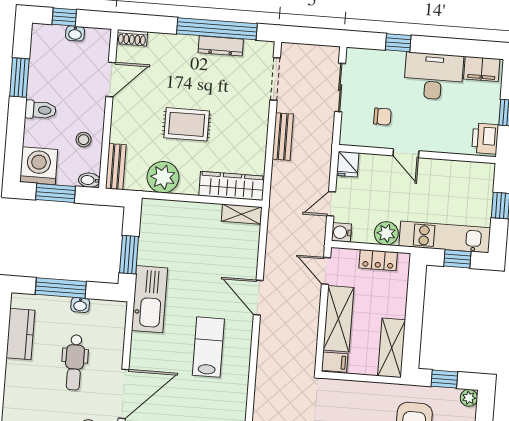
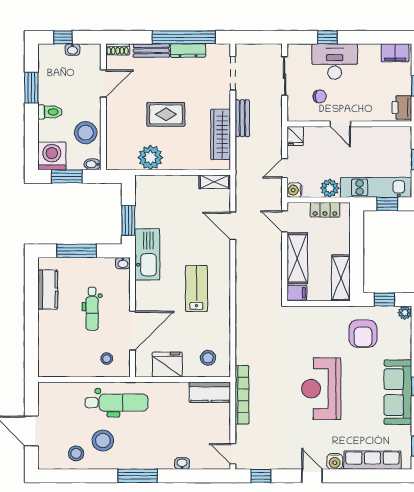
desk: (433, 76) -> (335, 62), moved
stool: (84, 140) -> (86, 133), width x1.89, depth x1.89
bench: (116, 167) -> (151, 51), moved, turned 90
wardrobe: (232, 186) -> (221, 135), moved, turned -90
door: (258, 298) -> (233, 226), moved
washbasin: (80, 305) -> (123, 263), moved

